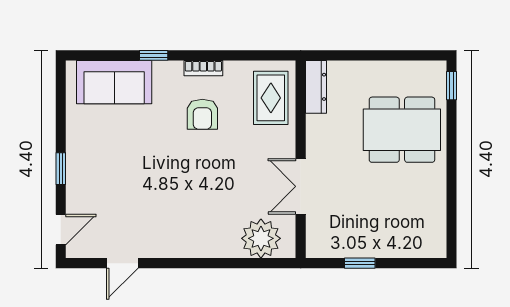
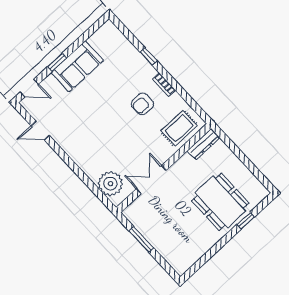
sofa: (114, 82) -> (77, 66), moved, turned -90
window: (451, 86) -> (246, 221), moved
window: (360, 263) -> (141, 239), width x1.50

